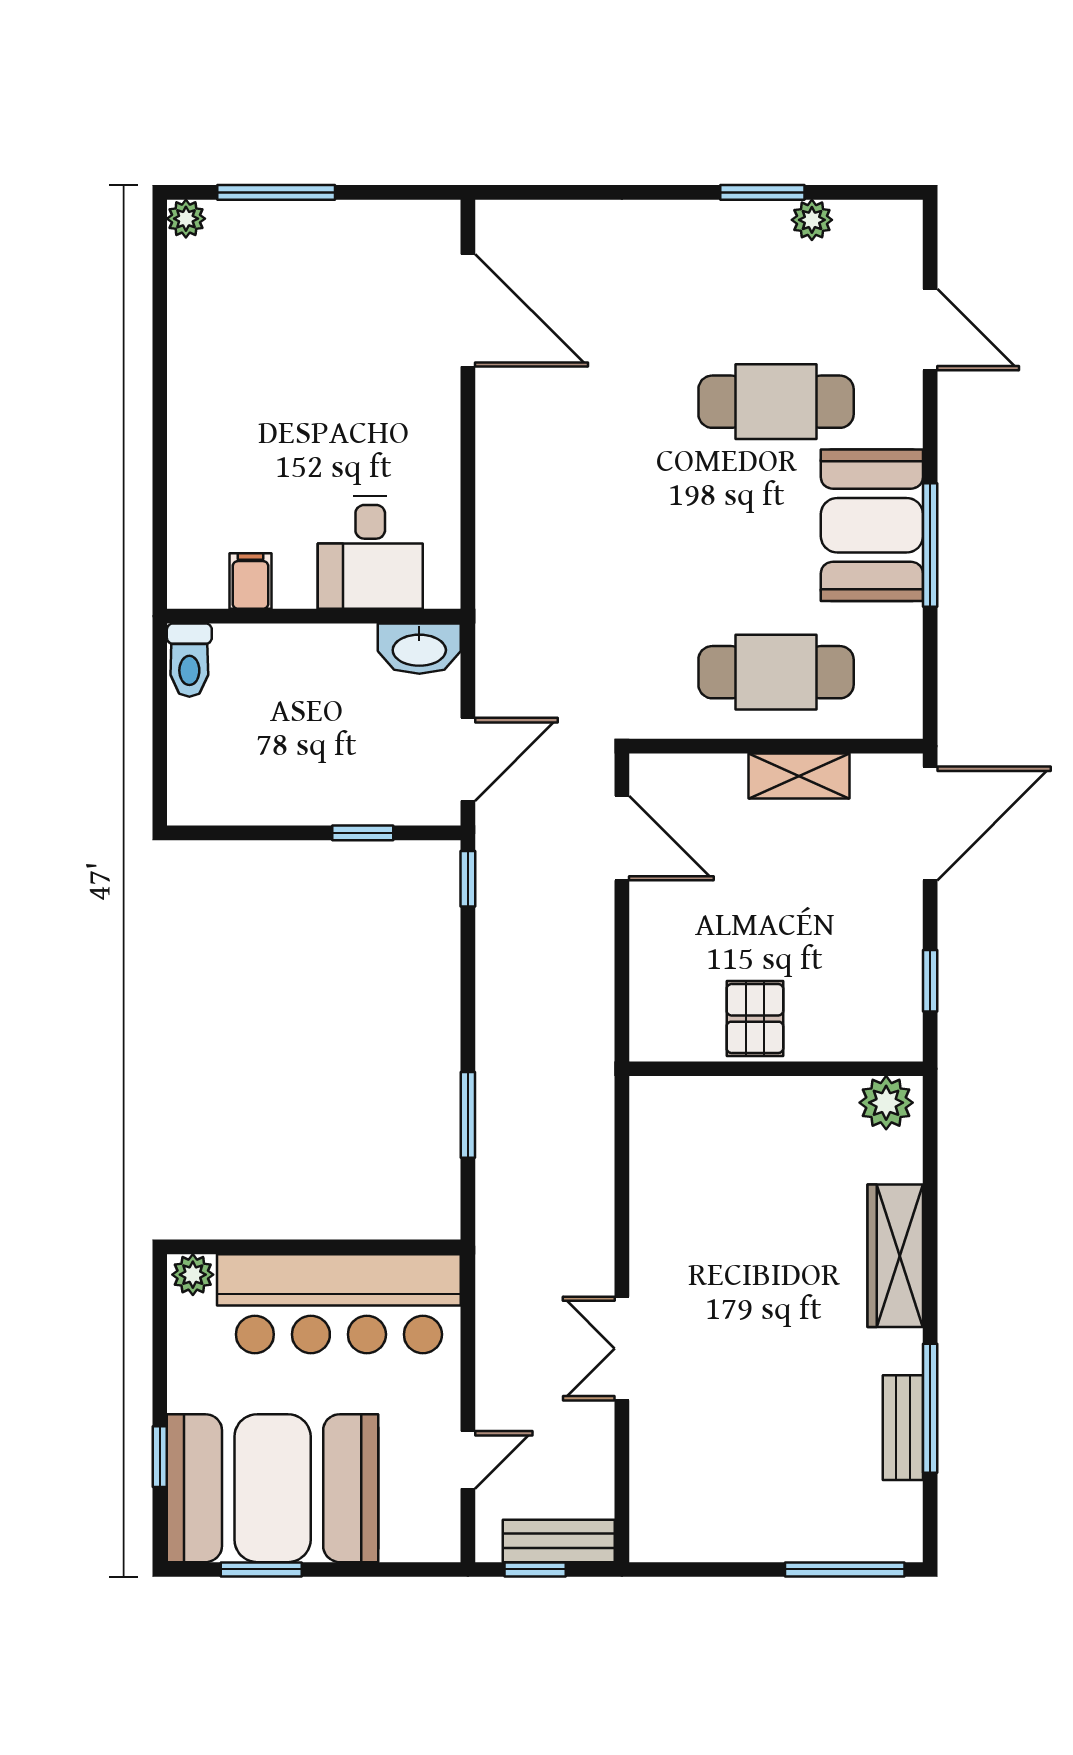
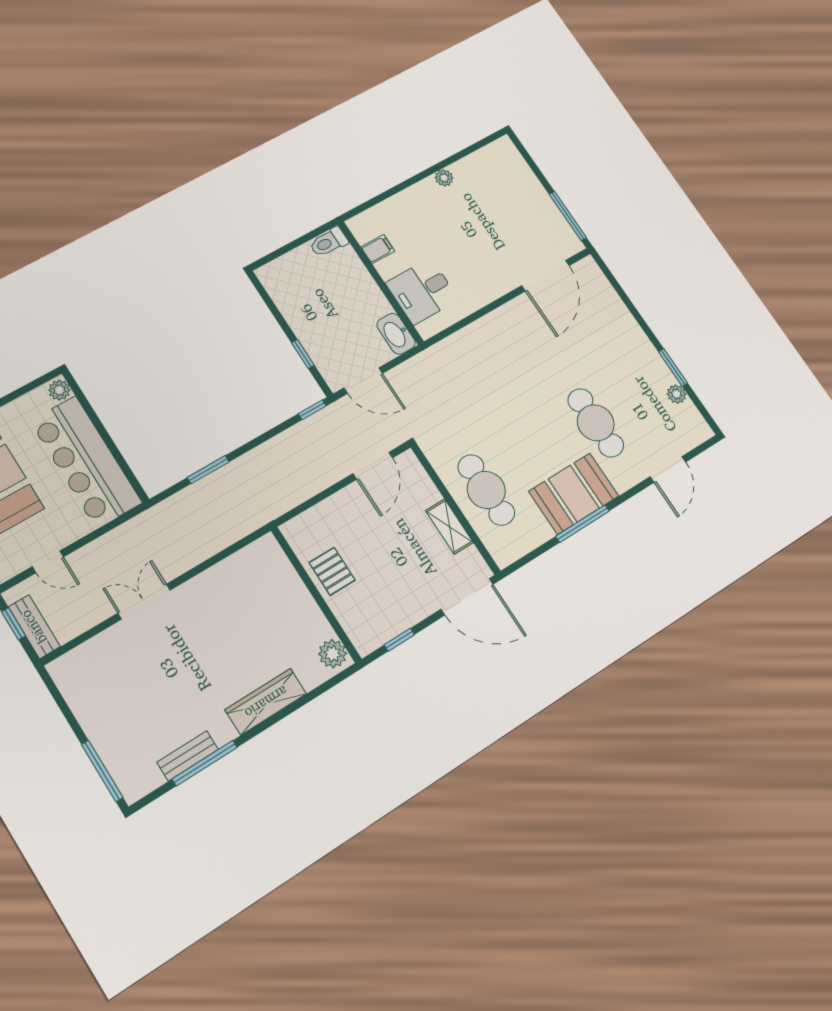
window: (276, 192) -> (568, 216), moved
plant: (186, 219) -> (444, 178), moved
pallet: (755, 1019) -> (332, 571), turned 90

